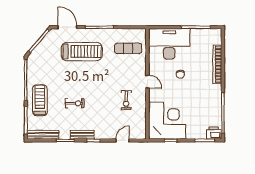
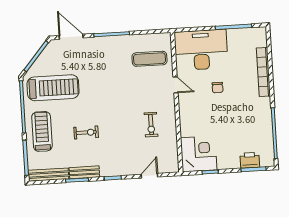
treadmill: (82, 51) -> (53, 88), moved
door: (147, 81) -> (176, 85), moved
corner desk: (167, 121) -> (199, 154), width x0.74, depth x0.74
printer: (214, 133) -> (250, 160), moved
bench: (82, 135) -> (84, 172), moved

